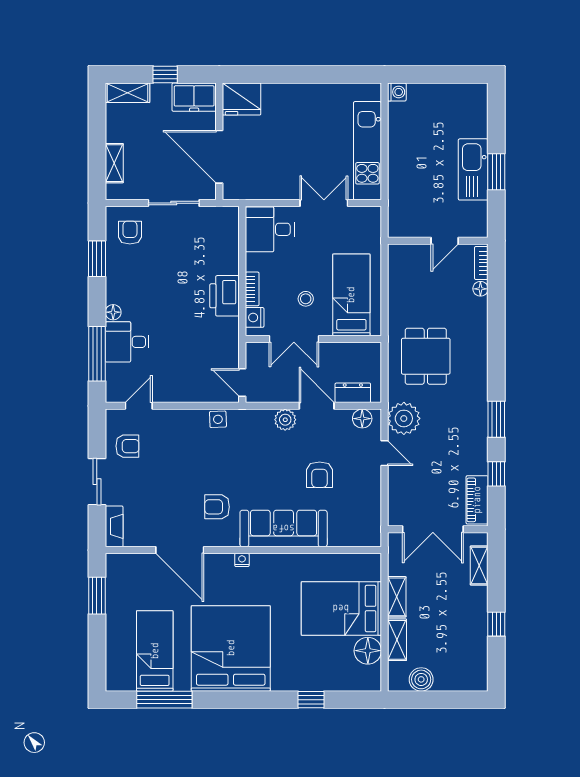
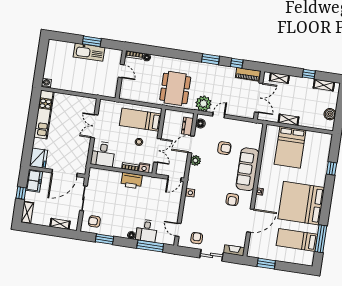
kitchen unit: (367, 151) -> (44, 115), moved, turned -90
dining table: (426, 356) -> (175, 88), width x1.38
shelving: (397, 640) -> (324, 85), moved
floor lamp: (368, 651) -> (312, 138), removed

